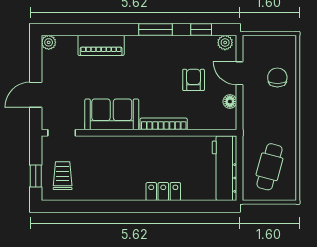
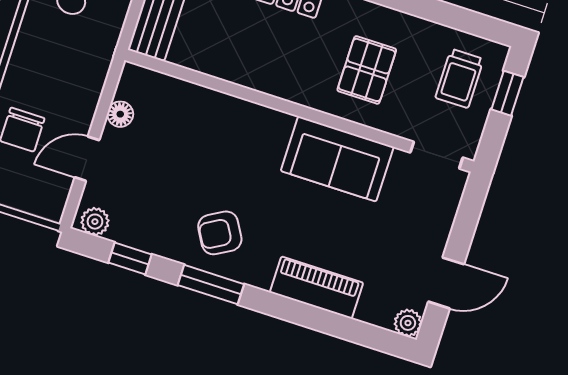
door: (240, 73) -> (87, 159), swing flipped
armchair: (194, 80) -> (220, 233), moved, turned 60
door: (36, 95) -> (446, 283), moved
bookcase: (164, 124) -> (251, 112), removed
pallet: (111, 165) -> (367, 70), added

